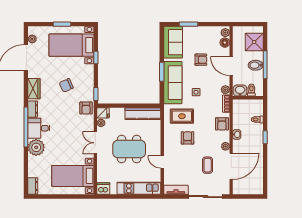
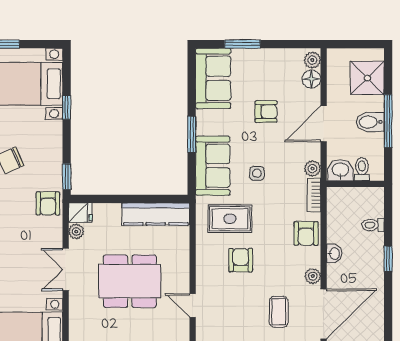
door: (231, 66) -> (324, 124), hinge flipped
sofa: (173, 83) -> (213, 166), width x0.73

